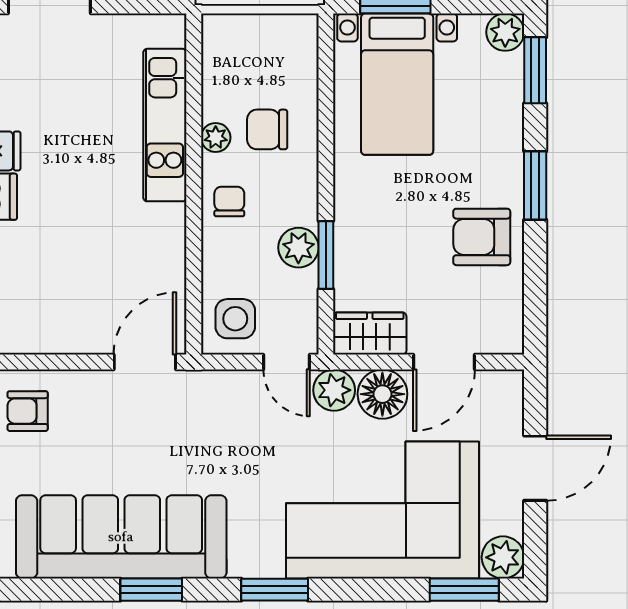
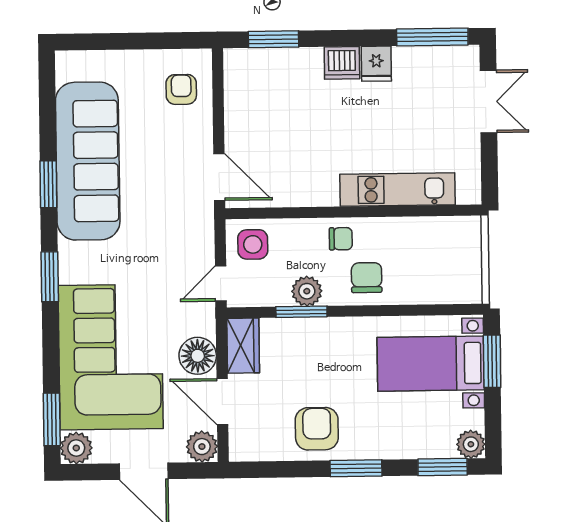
chair: (267, 129) -> (367, 278), moved
plant: (216, 137) -> (389, 228), removed
plant: (334, 390) -> (202, 447), moved

